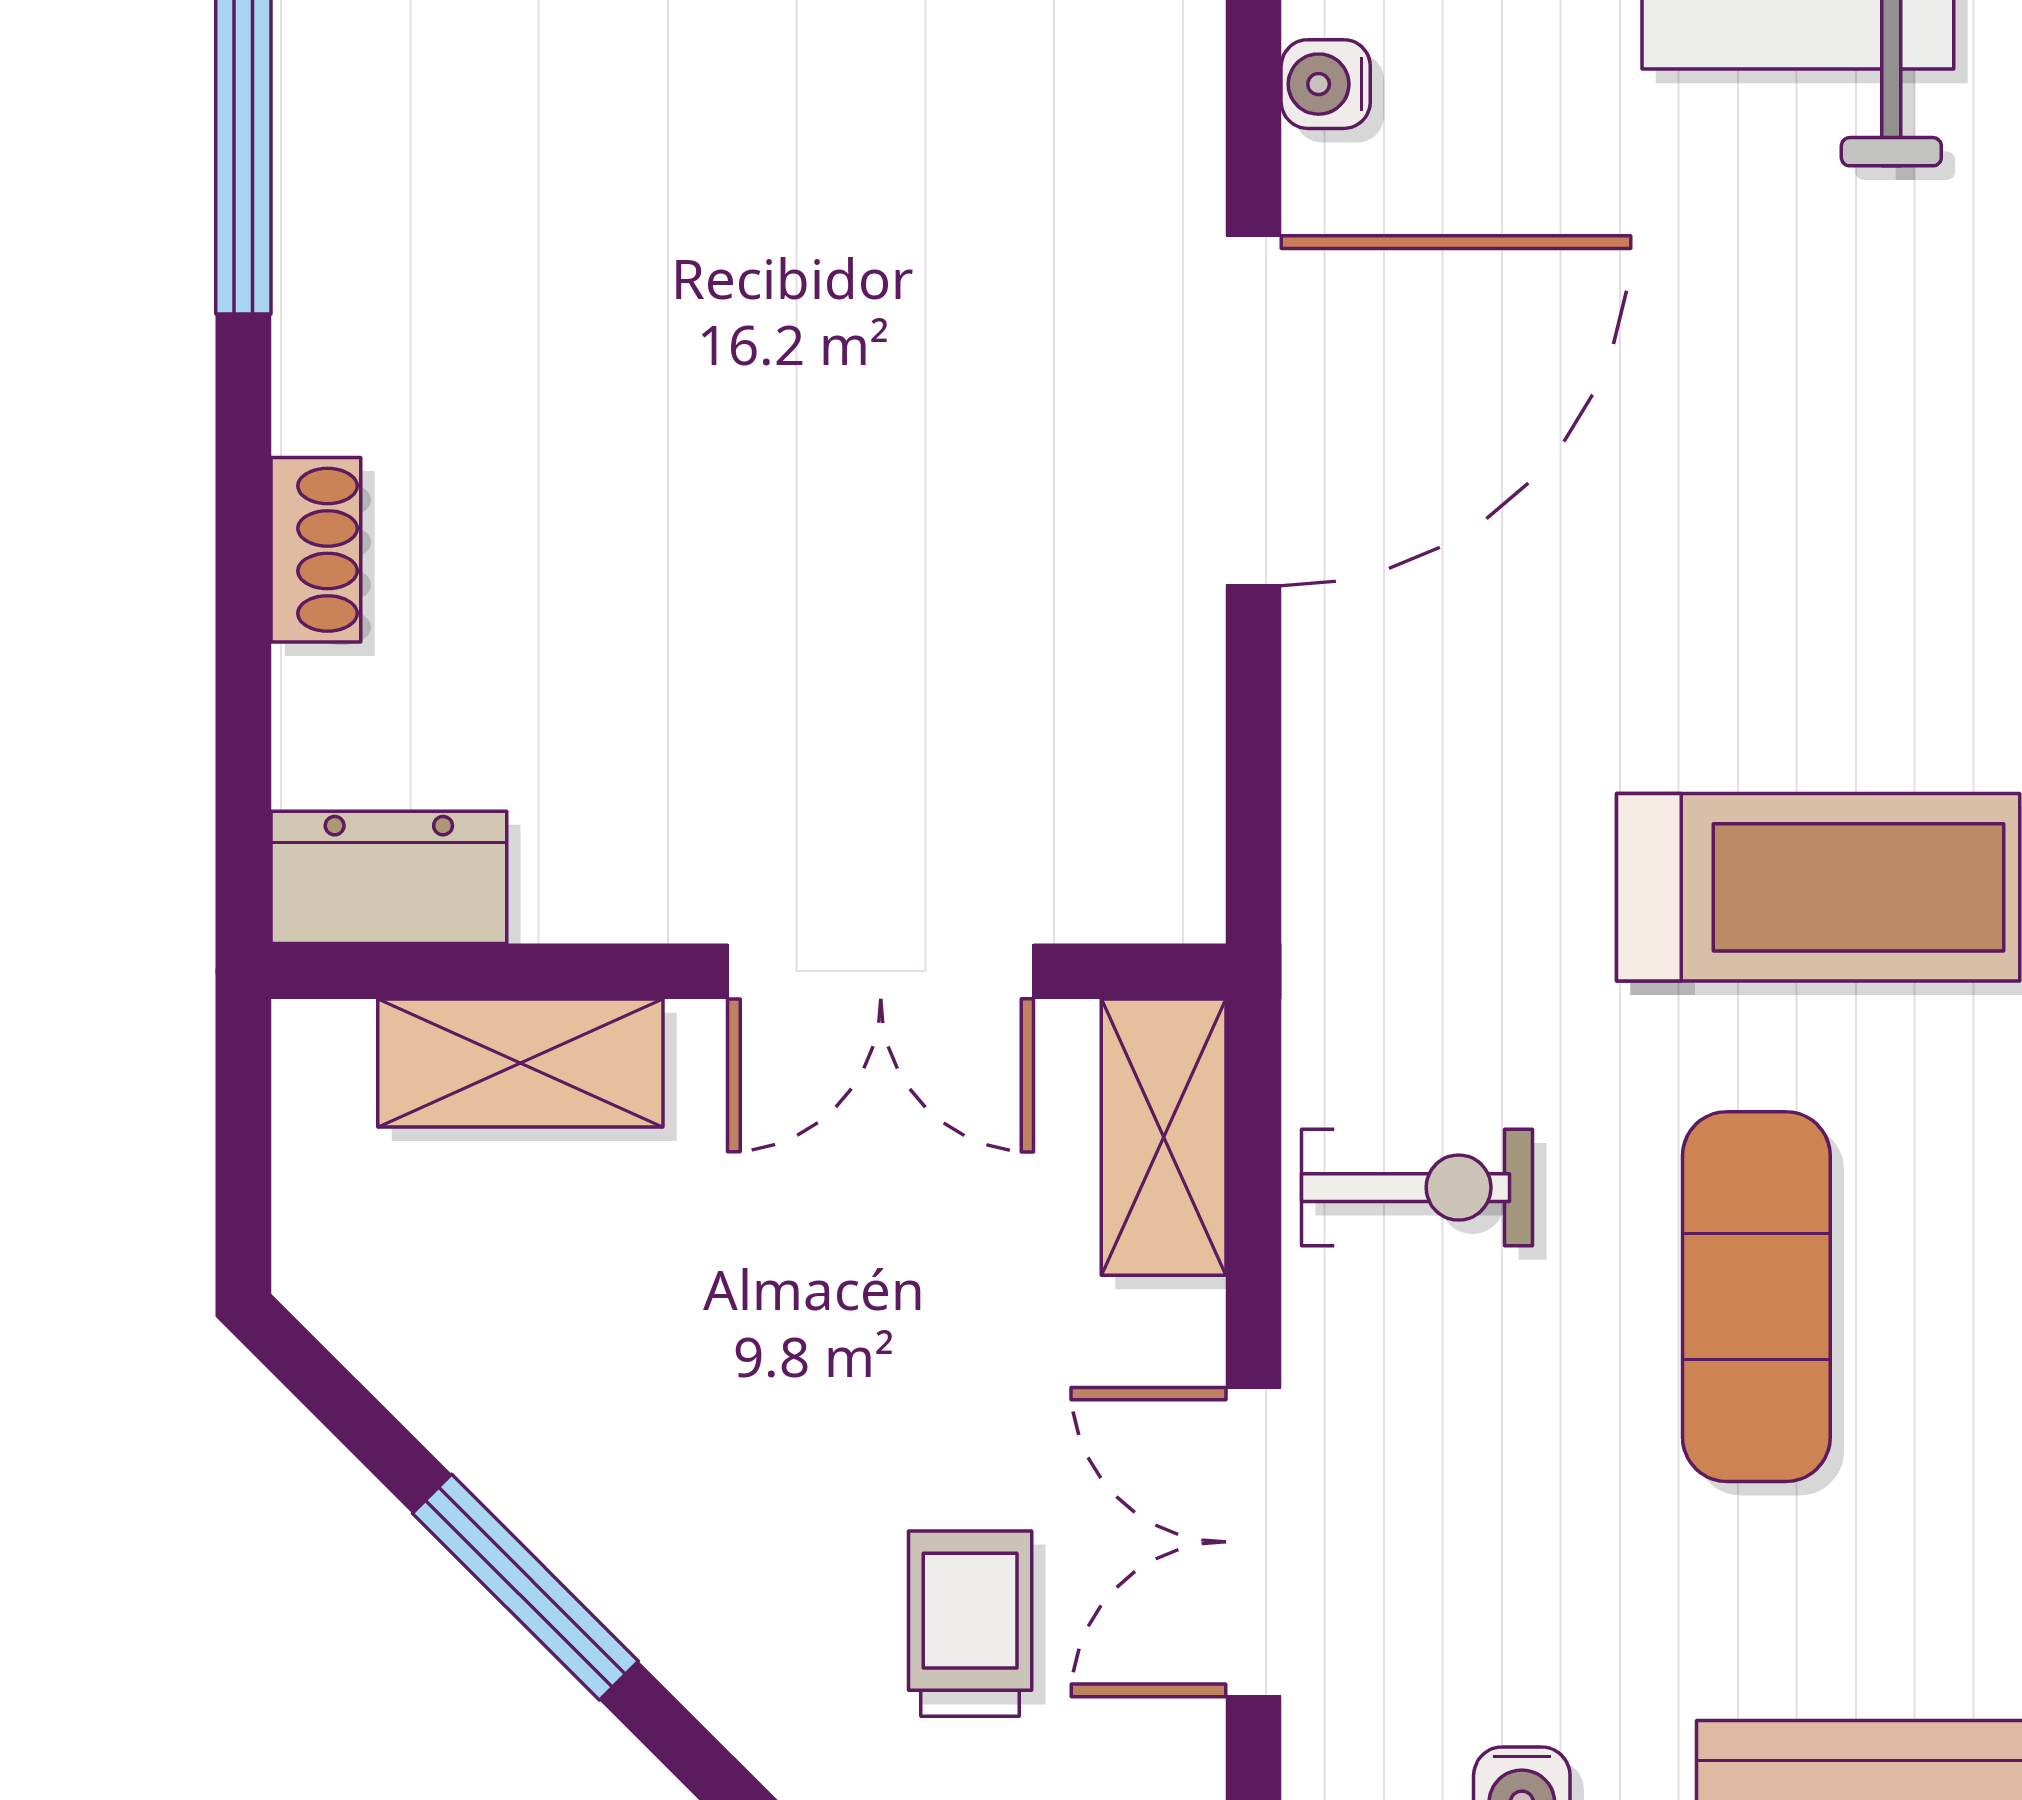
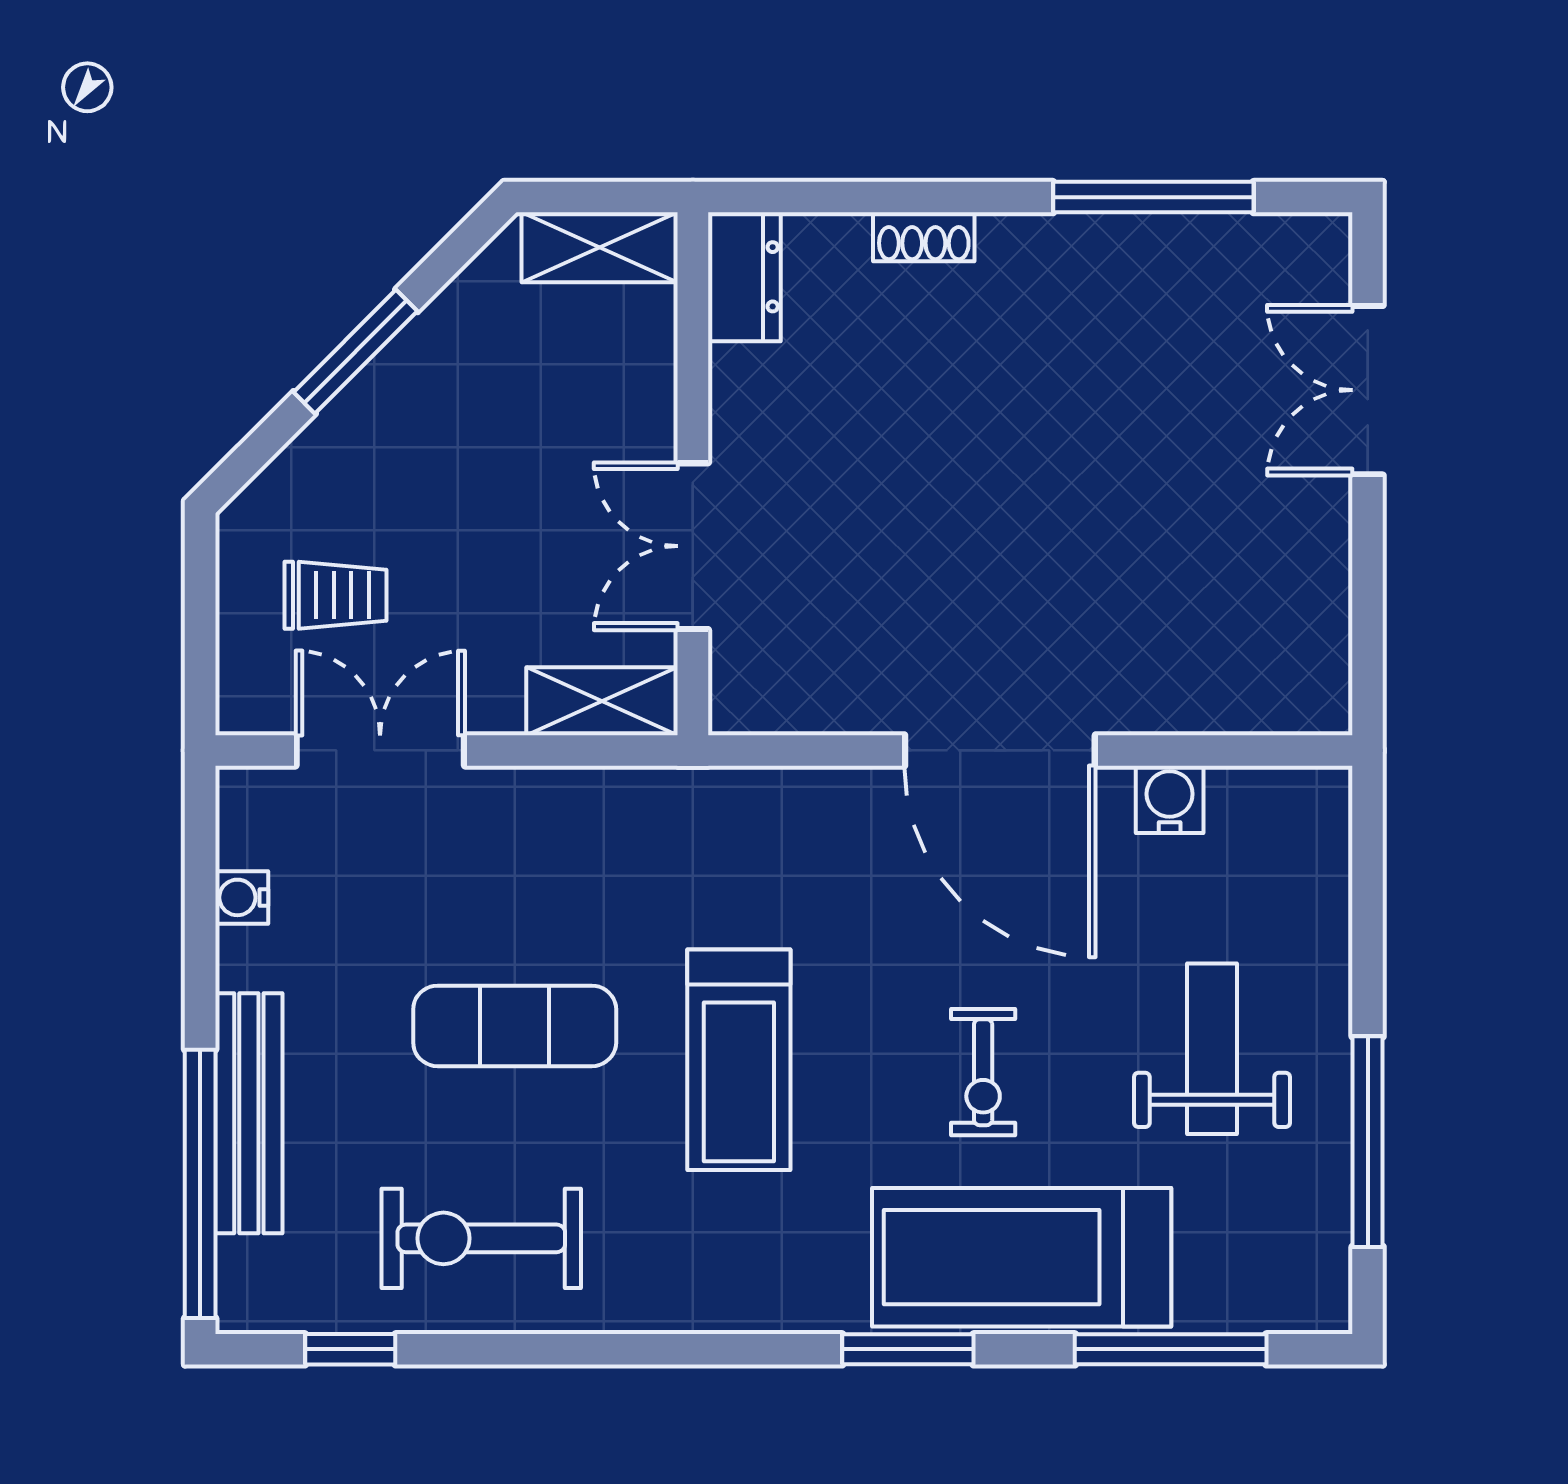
water cooler: (1326, 84) -> (1170, 799), width x1.38, depth x1.38
shelving: (520, 1063) -> (600, 247), moved, turned 90
exercise bike: (1417, 1188) -> (983, 1072), moved

